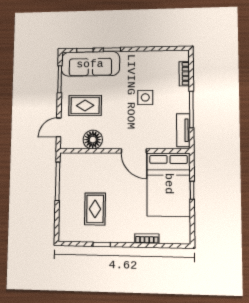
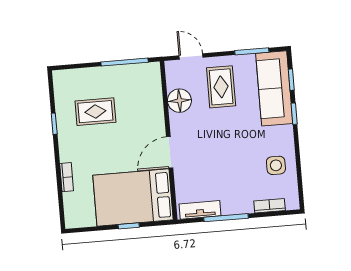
side table: (145, 97) -> (276, 165), moved

